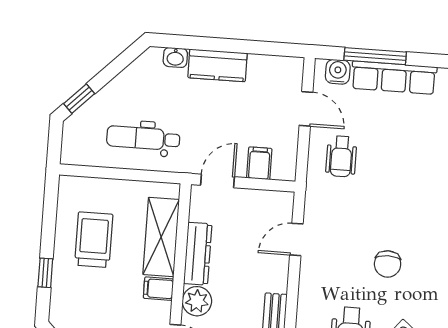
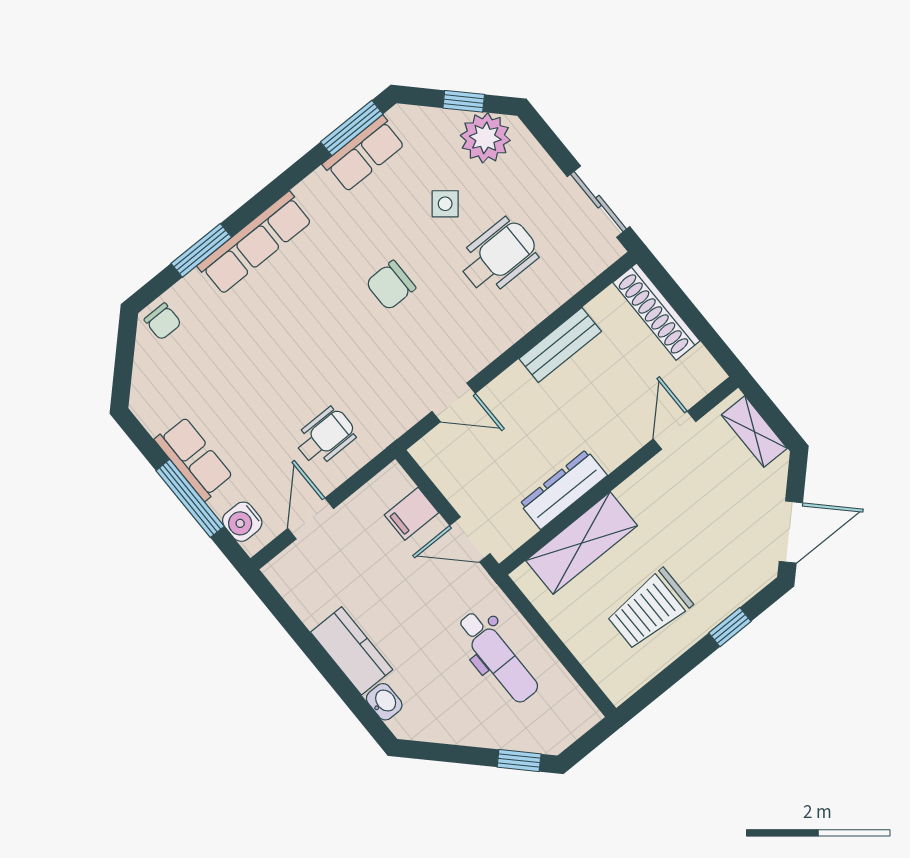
row of seats: (394, 78) -> (194, 458), width x0.68
chair: (388, 264) -> (391, 285), turned 180
filing cabinet: (158, 289) -> (637, 496), removed
plant: (197, 301) -> (613, 445), removed

